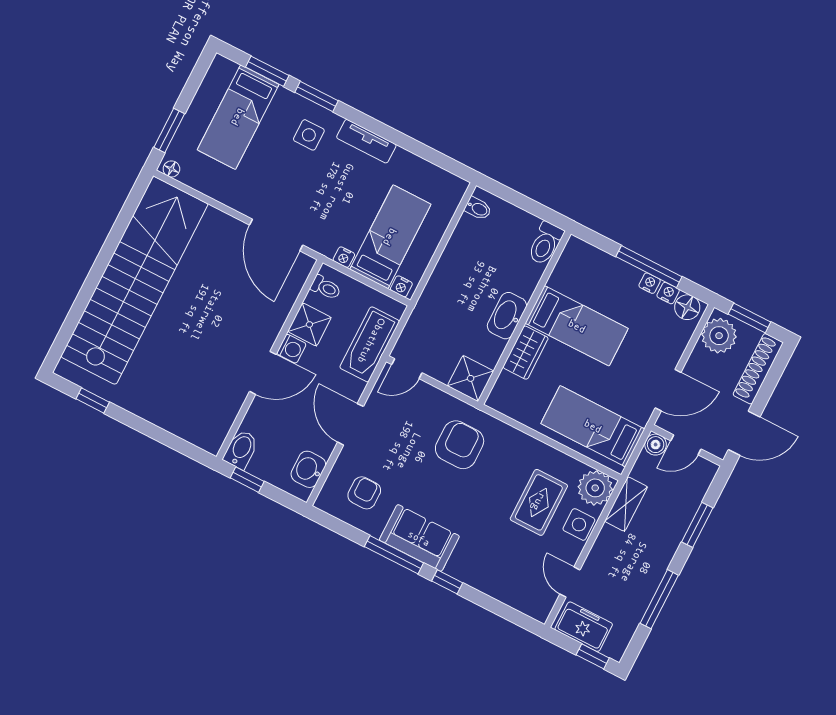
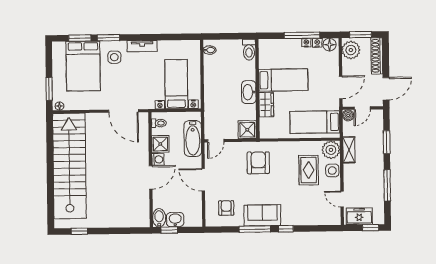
bed: (238, 117) -> (83, 66), width x1.50
washbasin: (308, 469) -> (175, 220), moved, turned 90

